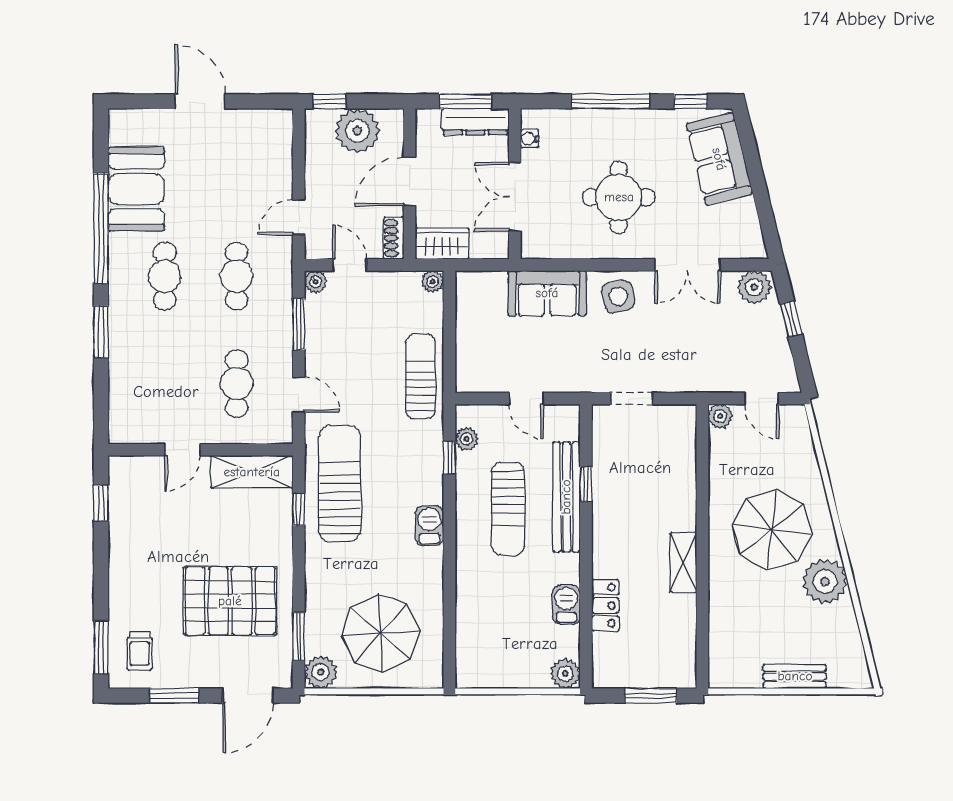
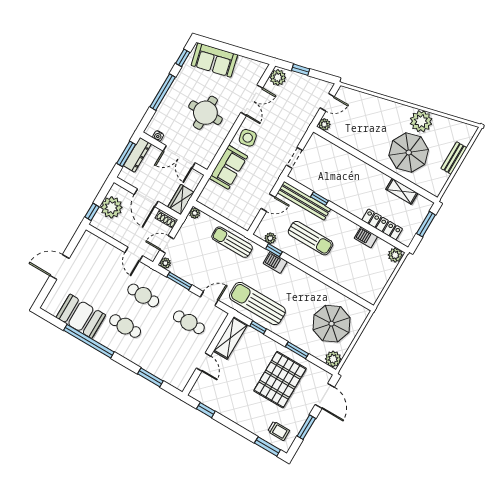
window: (101, 332) -> (150, 377), moved
bench: (566, 497) -> (304, 201), moved
barbecue: (429, 526) -> (275, 262), moved
parasol: (772, 530) -> (409, 152), moved
shelving: (683, 562) -> (402, 191), moved
locker: (605, 605) -> (382, 224), width x1.53
window: (299, 636) -> (297, 350), moved

